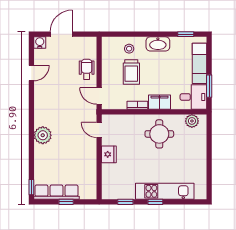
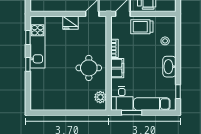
trolley: (131, 72) -> (142, 27), moved
kitchen unit: (165, 191) -> (37, 42), moved

